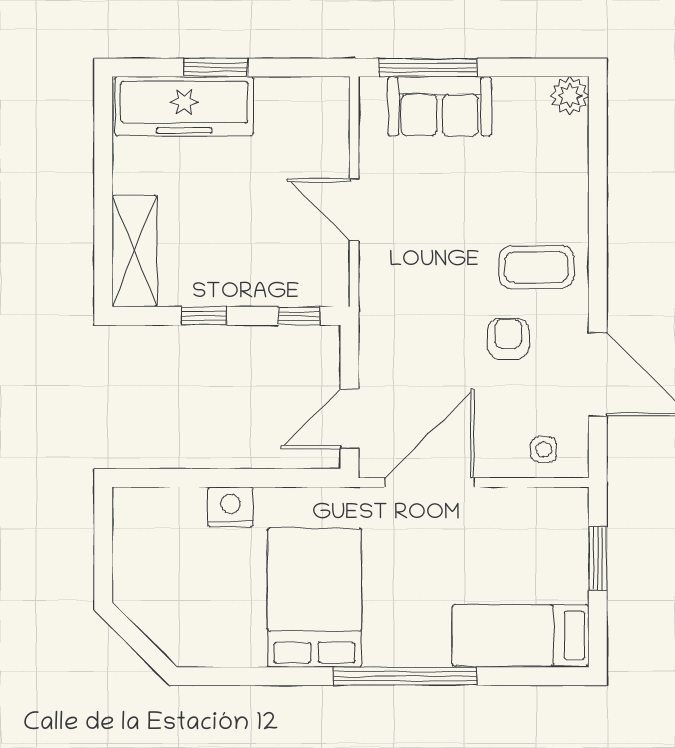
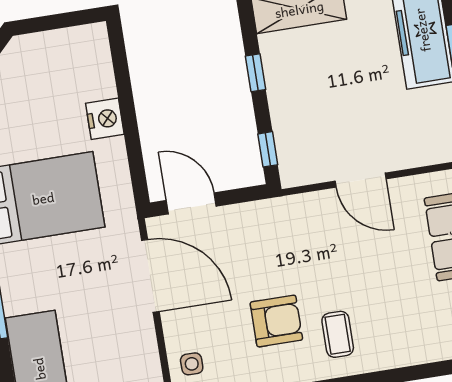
door: (354, 210) -> (361, 180), swing flipped
coffee table: (536, 267) -> (338, 334), width x0.73, depth x0.77
armchair: (508, 339) -> (276, 321), width x1.38, depth x1.38

